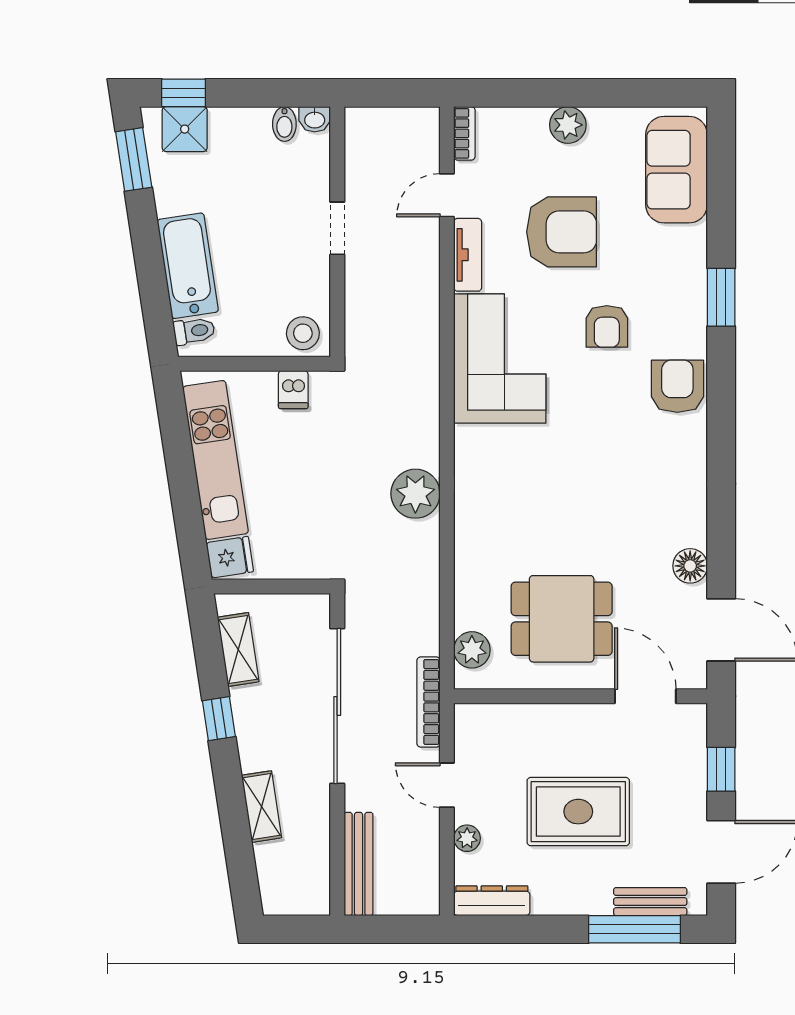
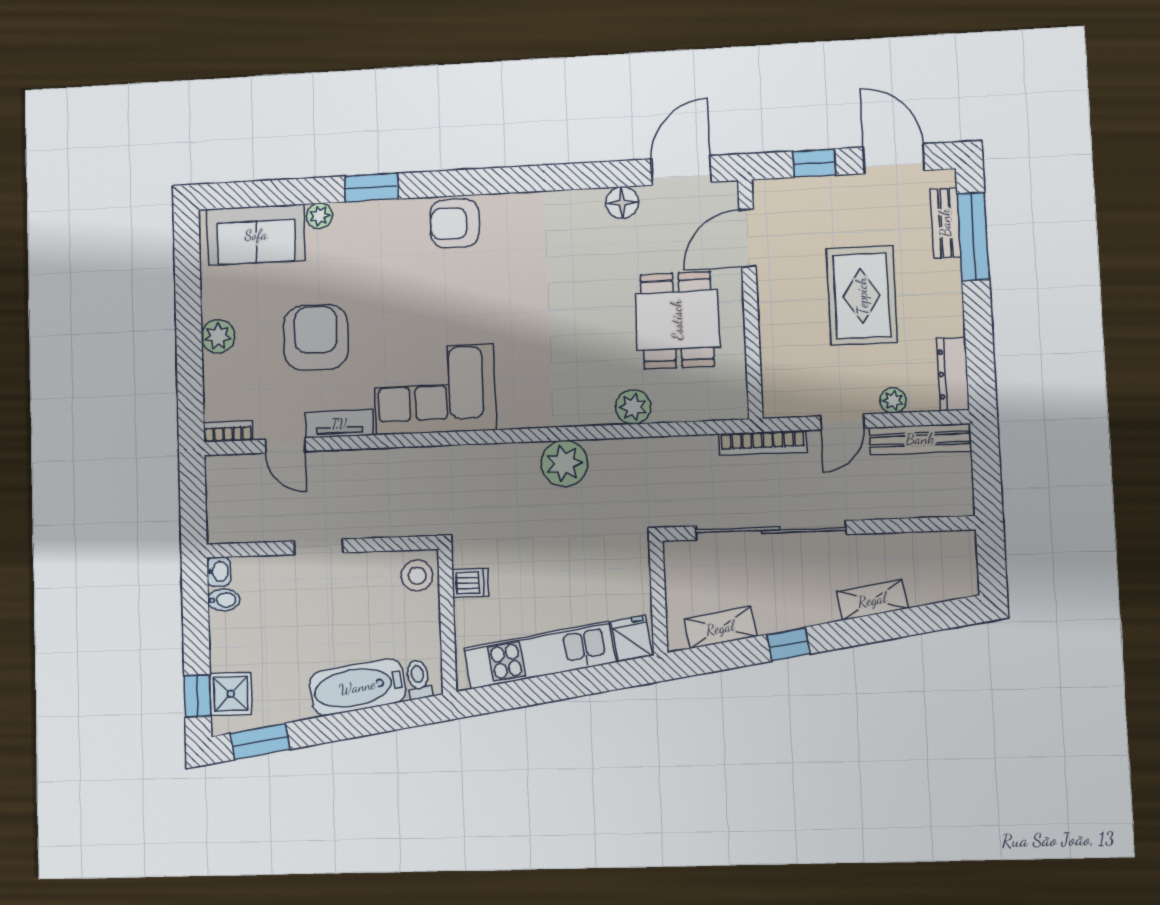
plant: (693, 240) -> (319, 216), added
armchair: (607, 326) -> (401, 291), removed
plant: (472, 650) -> (633, 407), moved
bench: (359, 864) -> (920, 439), moved

